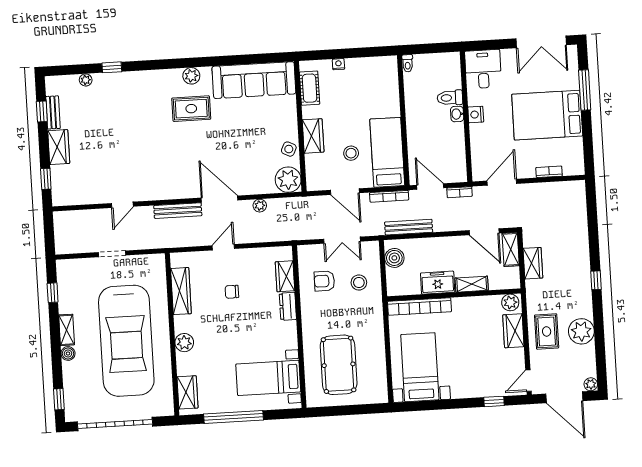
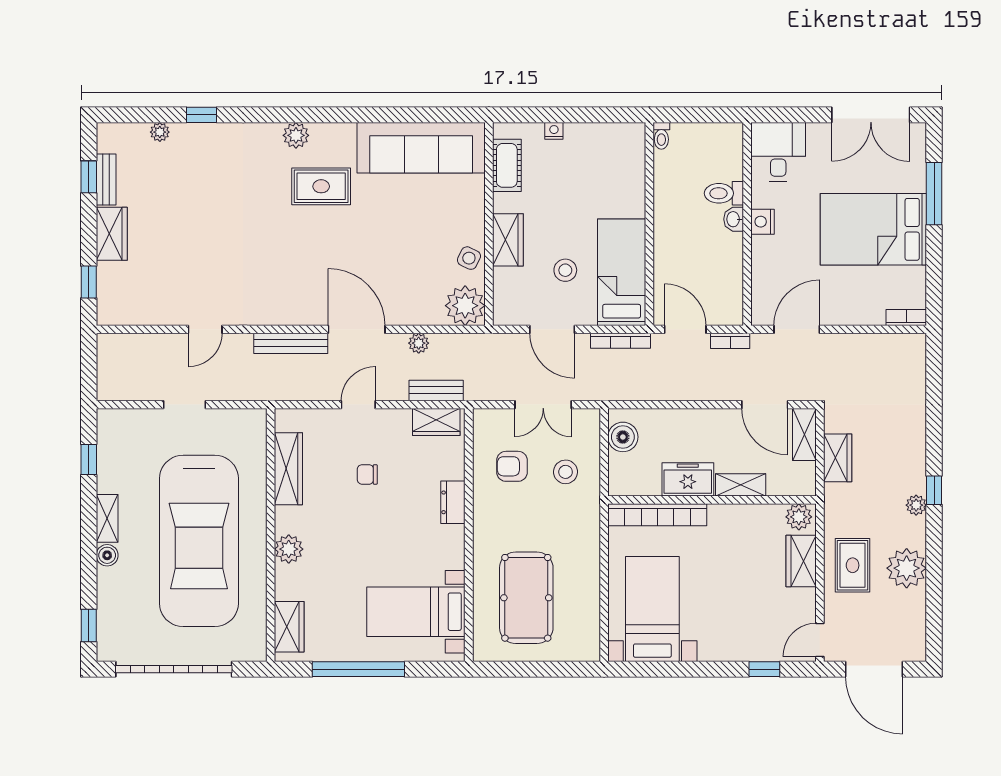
plant: (191, 76) -> (296, 135), moved
bookcase: (549, 172) -> (906, 317), moved
bench: (409, 227) -> (436, 390), moved, width x0.73
wardrobe: (285, 276) -> (436, 422), moved, turned -90
plant: (591, 384) -> (916, 505), moved

